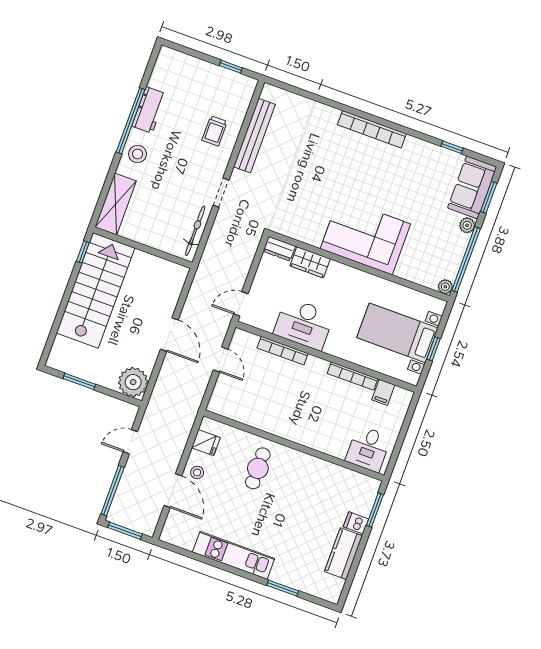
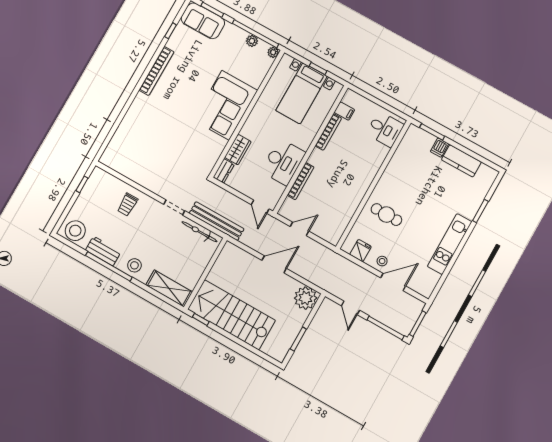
stool: (169, 69) -> (75, 231), added
bookcase: (372, 129) -> (156, 71), moved
trolley: (215, 131) -> (127, 205), turned 90
bench: (254, 136) -> (217, 221), moved
plant: (467, 225) -> (252, 41), moved

